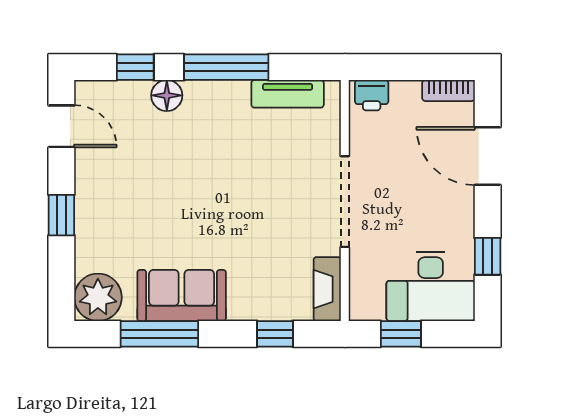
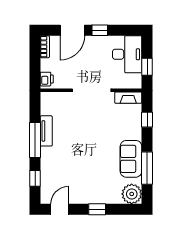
tv unit: (288, 94) -> (46, 131), moved
floor lamp: (167, 95) -> (47, 165), removed
window: (488, 256) -> (100, 30), moved

